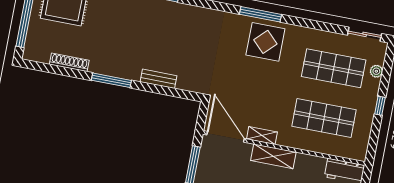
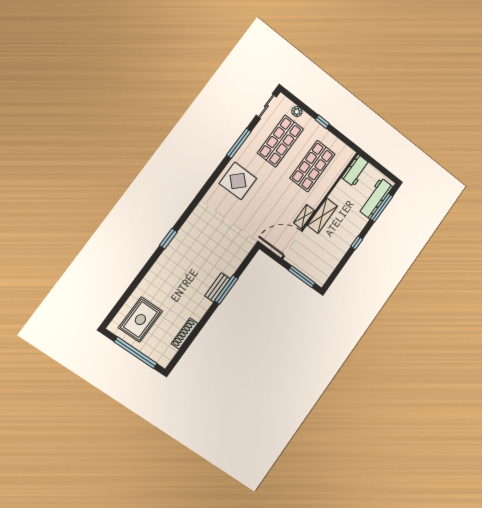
window: (261, 14) -> (239, 143), moved
bench: (159, 79) -> (217, 287), moved
window: (111, 80) -> (226, 290), moved

